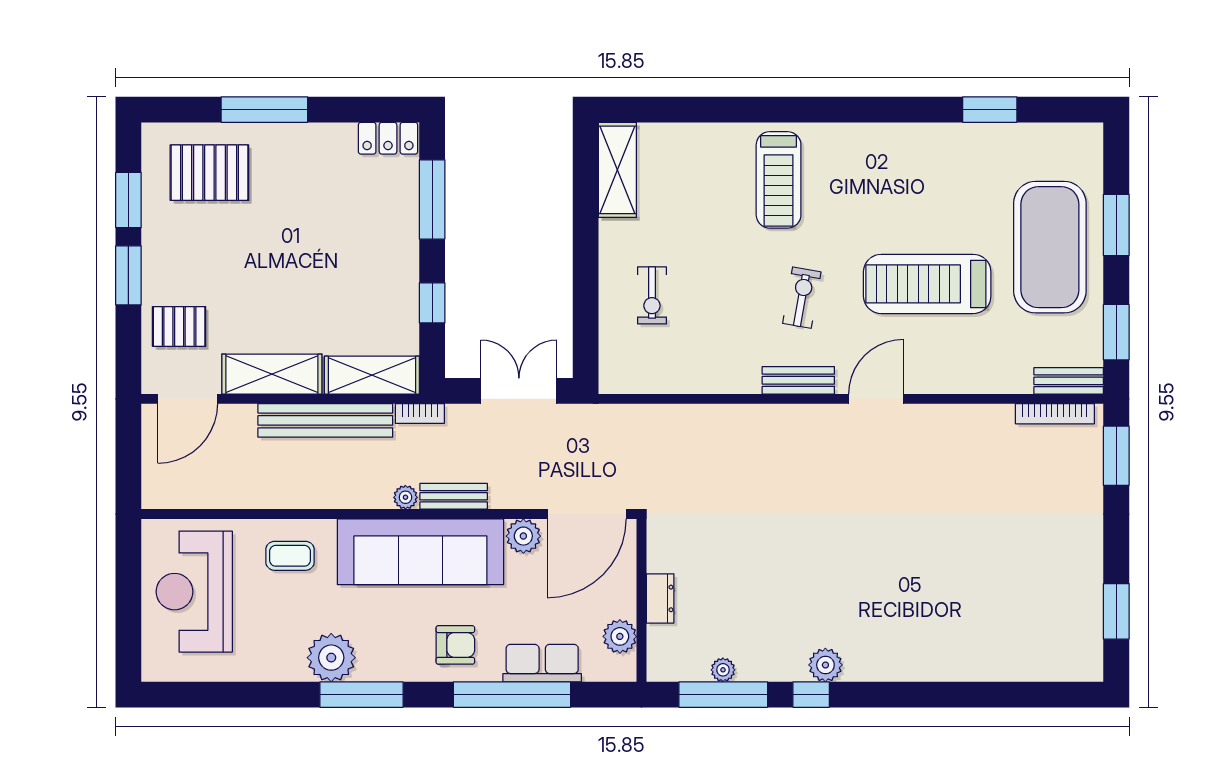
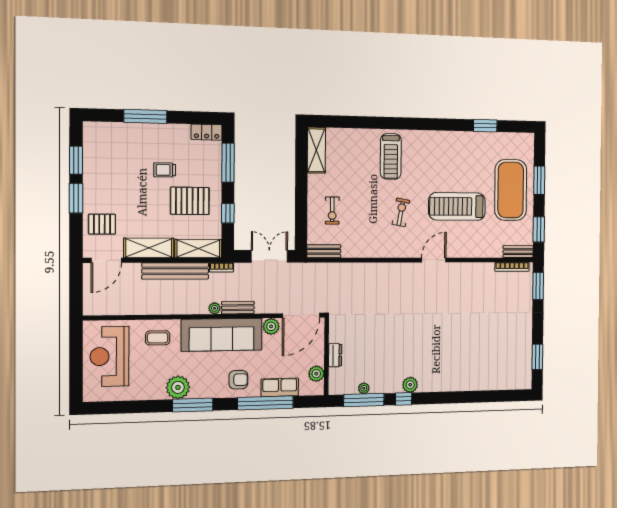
pallet: (209, 173) -> (190, 201), moved
trolley: (303, 216) -> (165, 170), added
bench: (798, 380) -> (324, 251), moved

